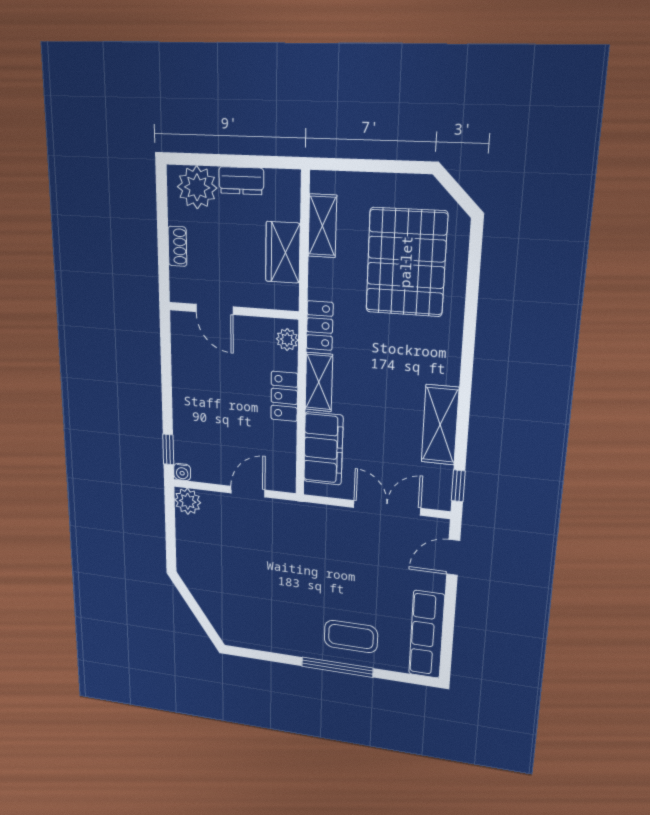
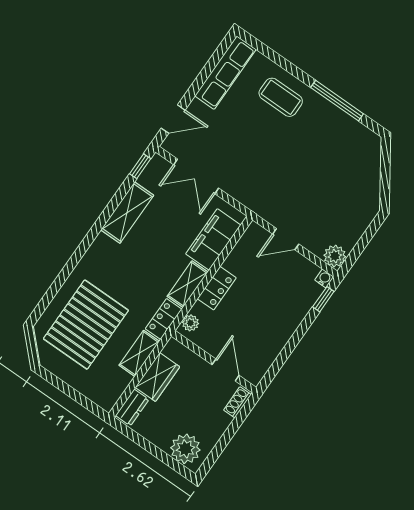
dresser: (241, 181) -> (132, 408), moved, turned 90
shelving: (322, 226) -> (139, 353), moved
shoe rack: (177, 246) -> (237, 402), moved
window: (337, 667) -> (337, 101), moved

